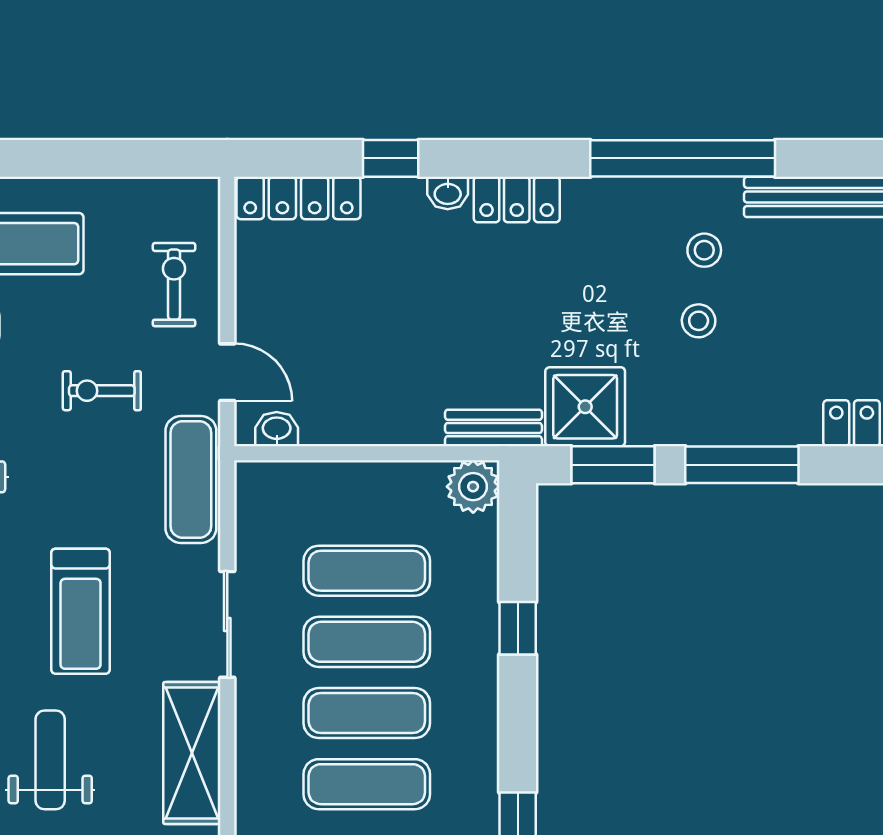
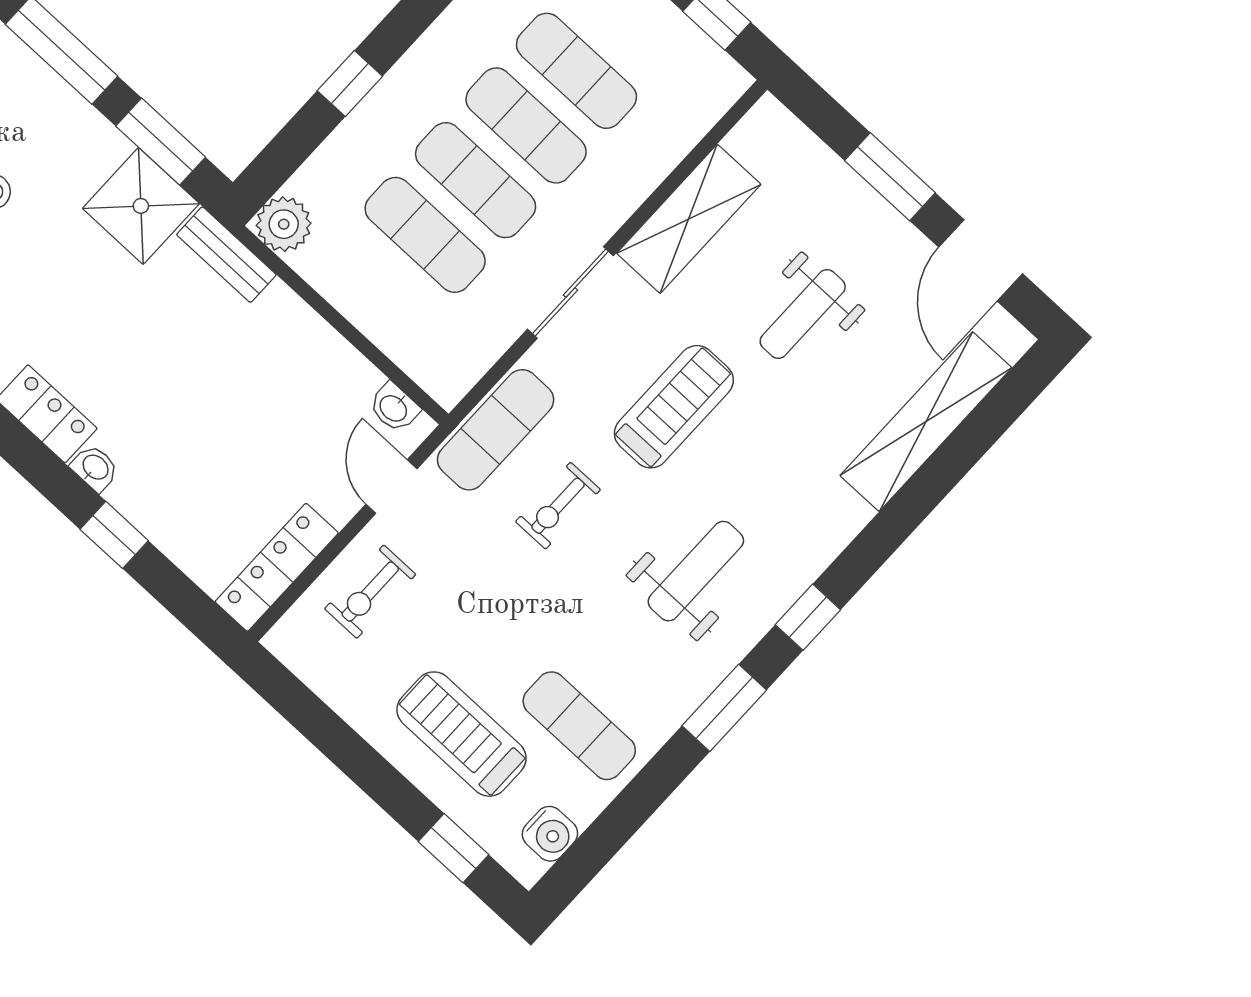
locker: (298, 198) -> (277, 567), moved, turned -90
exercise bike: (102, 391) -> (558, 506), moved, turned 90

